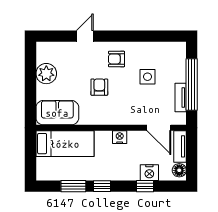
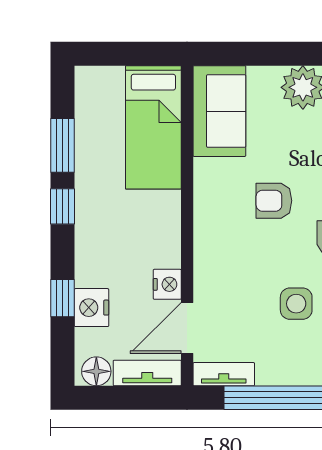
armchair: (99, 87) -> (274, 201), turned 180
tv unit: (181, 98) -> (224, 374), moved
nightstand: (120, 137) -> (167, 284), moved

